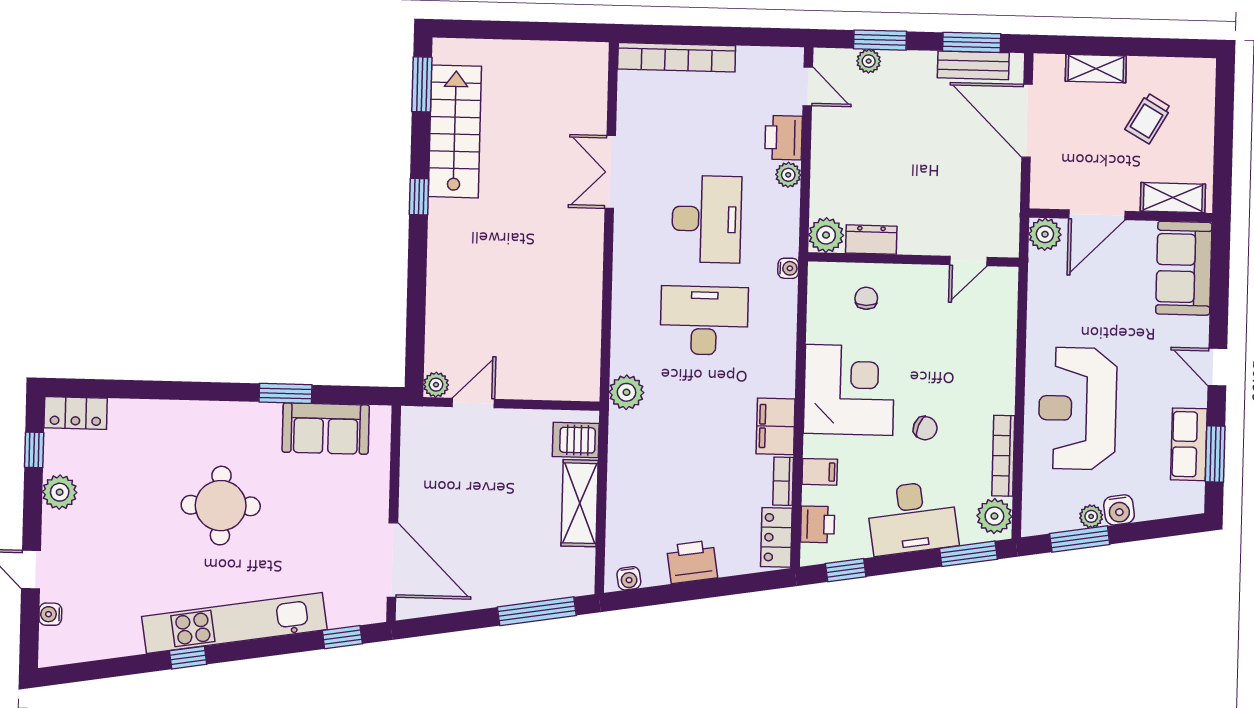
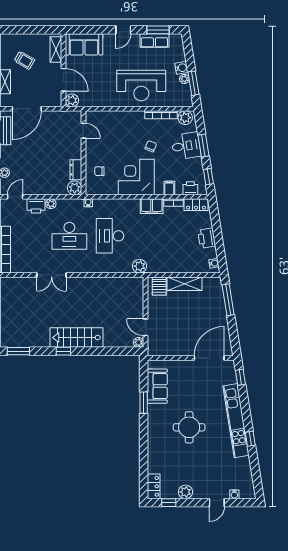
stairs: (455, 131) -> (77, 338), moved
desk: (707, 219) -> (69, 236), turned 180
desk: (912, 518) -> (186, 146), width x0.73
window: (968, 554) -> (203, 145), moved

